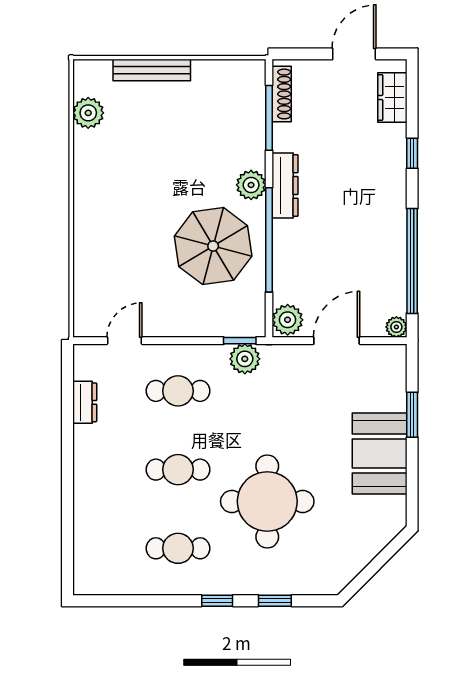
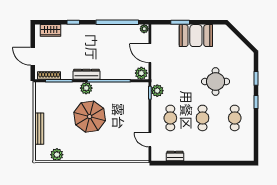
door: (354, 54) -> (33, 56), moved
parasol: (213, 246) -> (90, 117), moved
round table: (267, 501) -> (216, 81), width x0.73, depth x0.73

